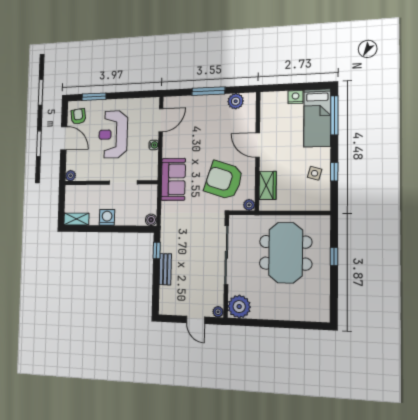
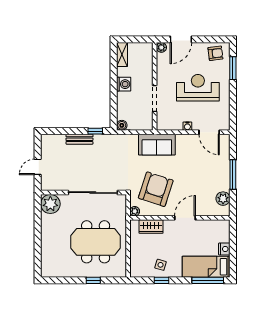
door: (64, 138) -> (181, 39), moved
plant: (218, 312) -> (45, 186), removed

